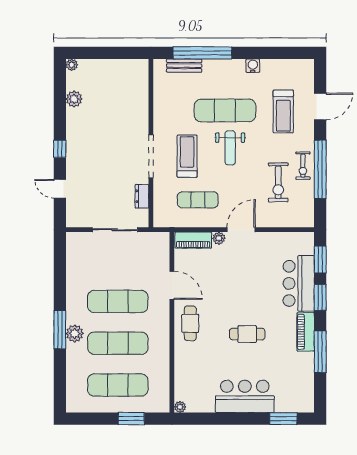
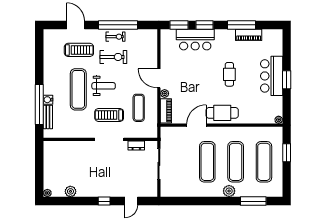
water cooler: (253, 66) -> (48, 100), moved
exercise bike: (278, 182) -> (113, 57), moved
cafe table: (190, 323) -> (222, 113), width x1.37, depth x1.35
window: (60, 330) -> (253, 201), moved
piano: (306, 332) -> (249, 35), moved
window: (283, 419) -> (287, 80), moved

